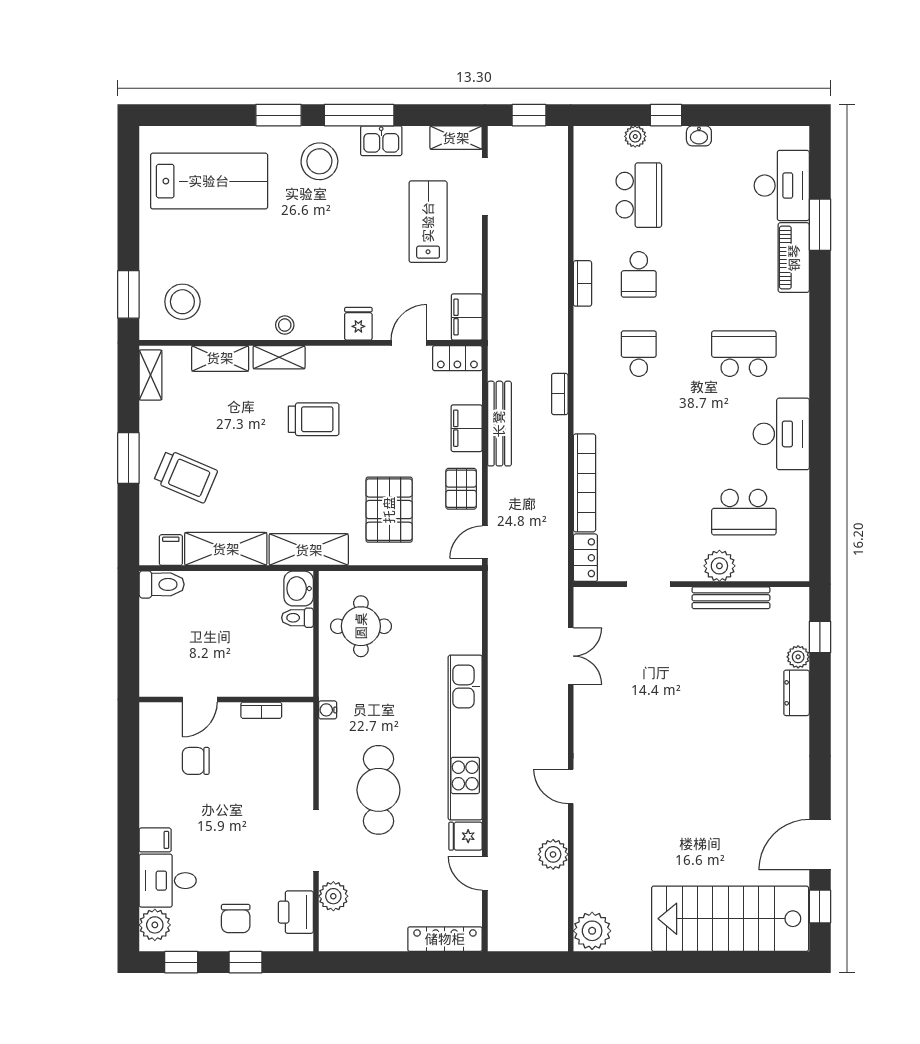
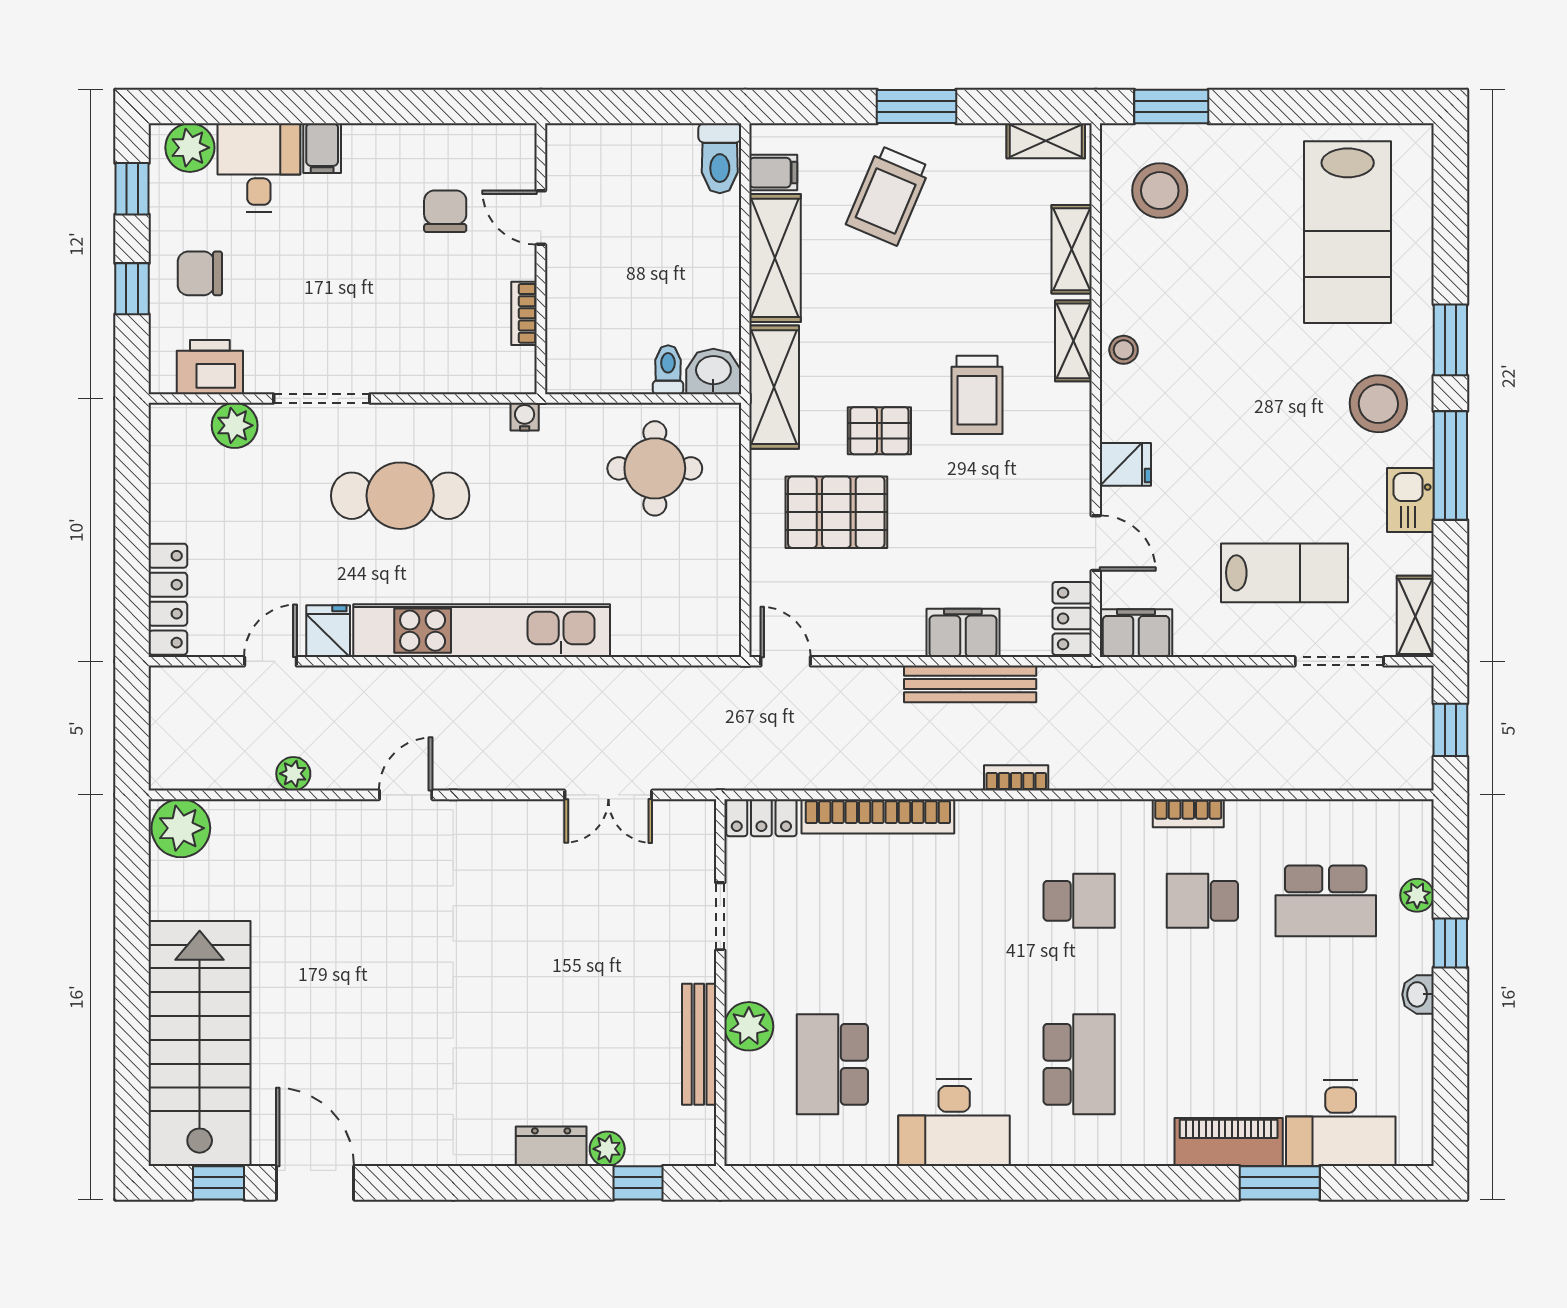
pallet: (461, 489) -> (879, 431), moved
plant: (553, 854) -> (293, 774), width x0.73, depth x0.73

